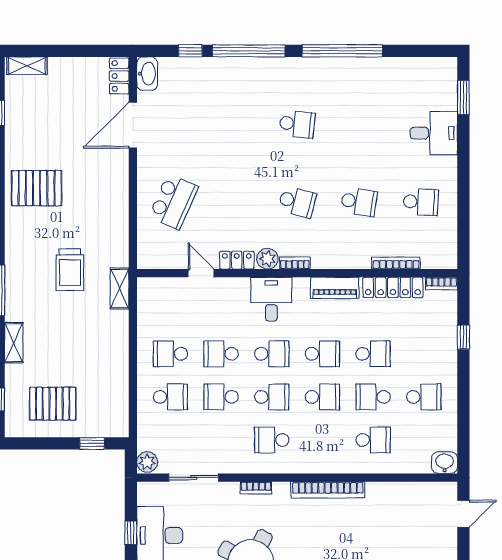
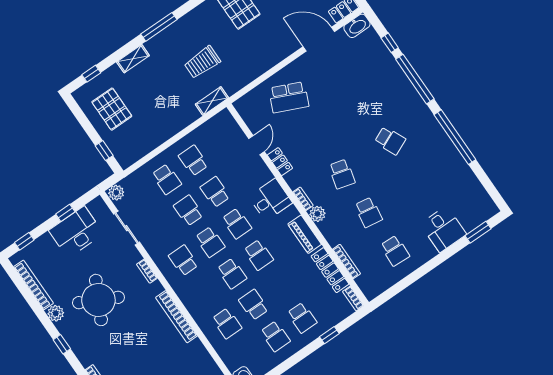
school desk: (297, 124) -> (390, 141), turned -30
plant: (267, 259) -> (317, 214), moved
school desk: (373, 354) -> (302, 318), moved

